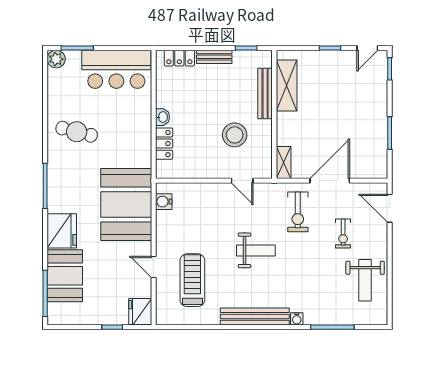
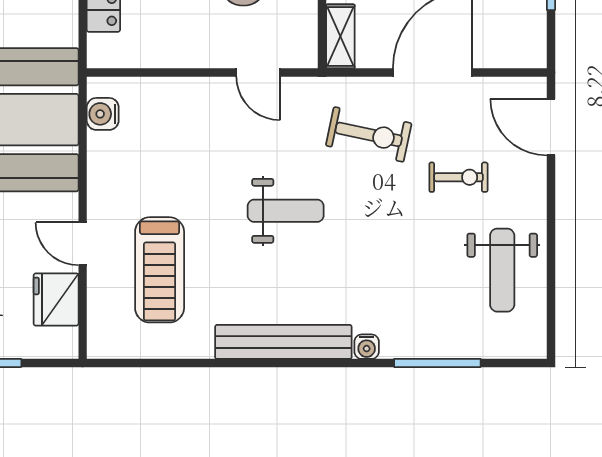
exercise bike: (298, 212) -> (369, 134), turned -78
exercise bike: (343, 233) -> (459, 177), turned -90
treadmill: (192, 280) -> (160, 270), turned 180
fridge: (140, 311) -> (56, 299), moved

